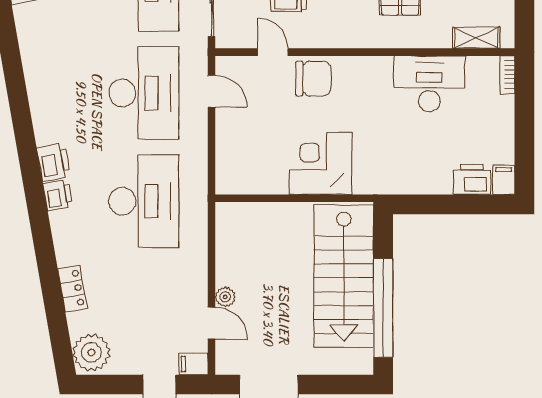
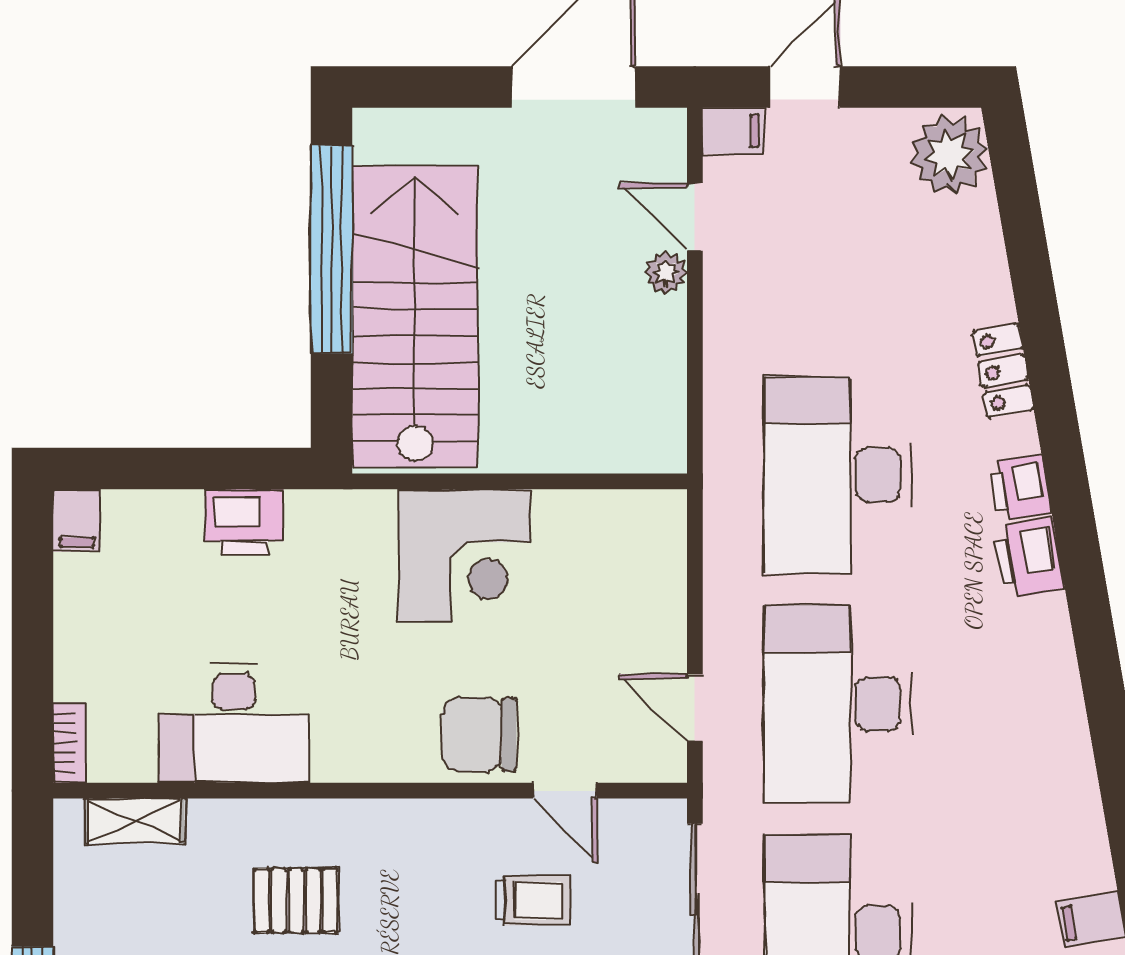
printer: (472, 179) -> (244, 522), moved
locker: (72, 289) -> (1003, 371), moved

